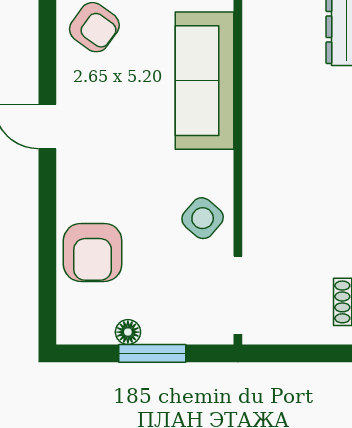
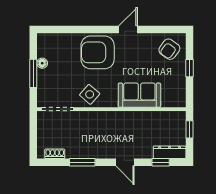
sofa: (205, 81) -> (139, 95), width x0.73
armchair: (93, 252) -> (98, 52), moved, width x1.36, depth x1.36

